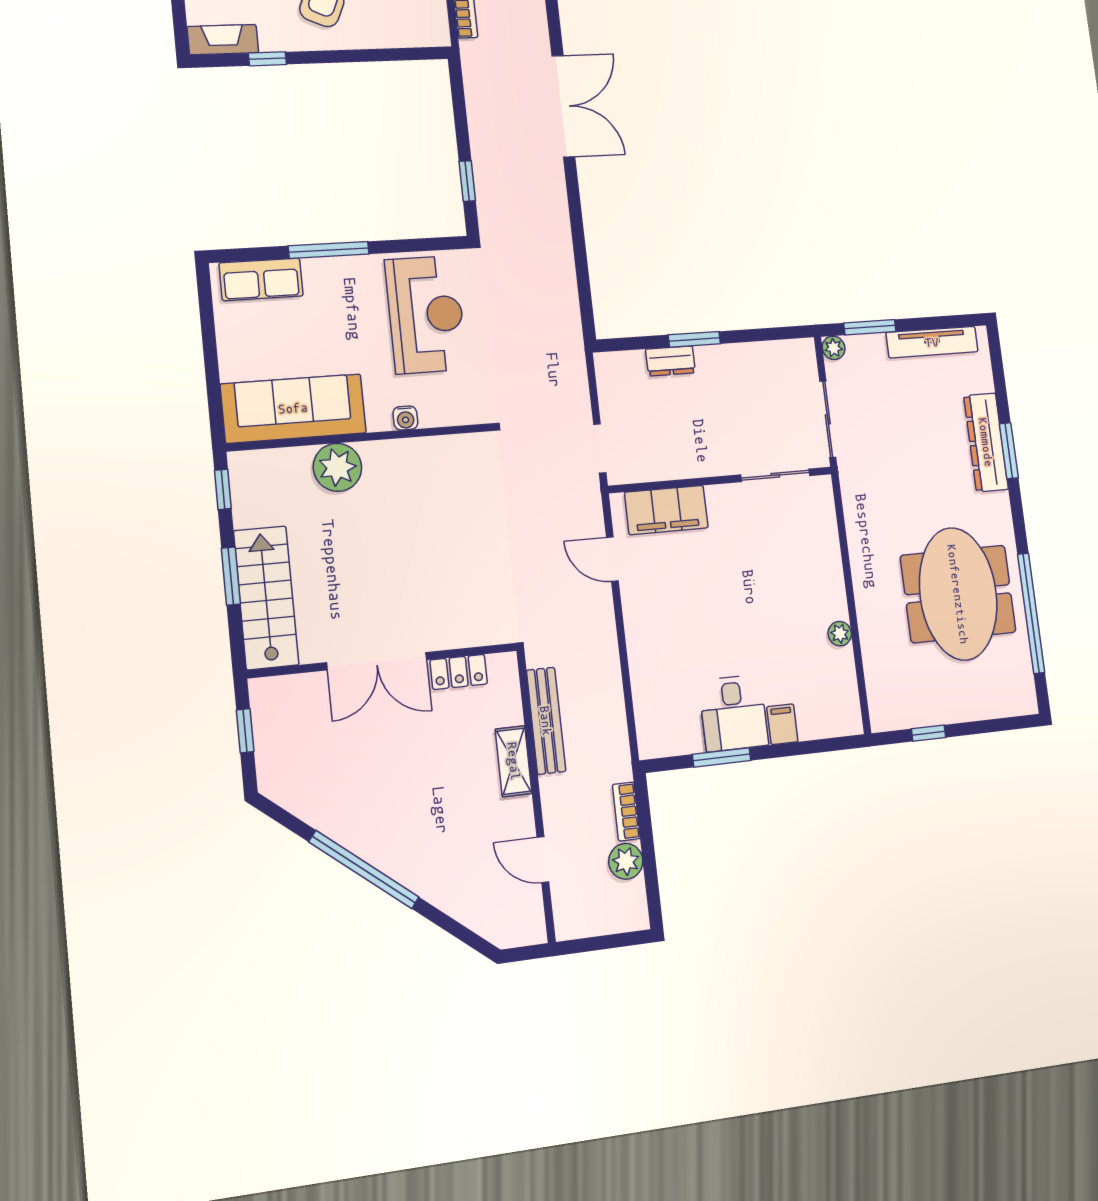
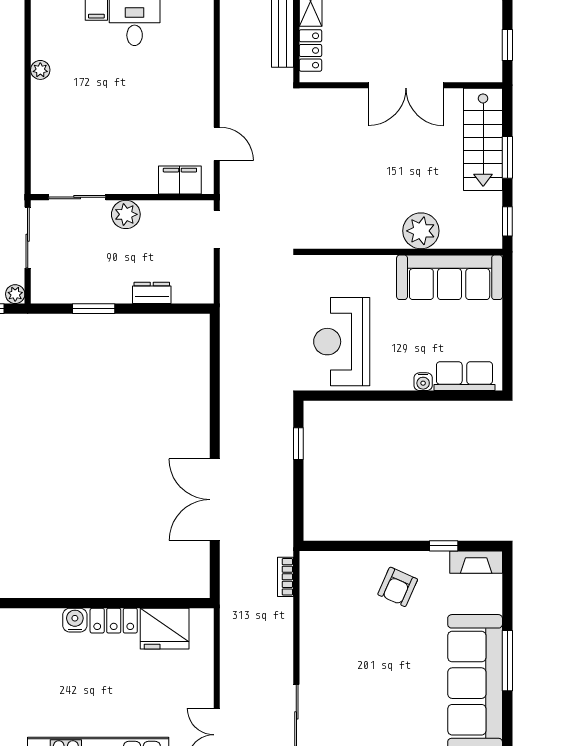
window: (329, 250) -> (411, 396), removed
window: (694, 339) -> (94, 309), moved
water cooler: (405, 418) -> (423, 382), moved, turned 180
plant: (714, 458) -> (126, 214), added
filing cabinet: (666, 510) -> (180, 180), width x0.67, depth x0.86
double door: (377, 661) -> (406, 85), swing flipped
locker: (459, 672) -> (310, 50), moved, turned 90

